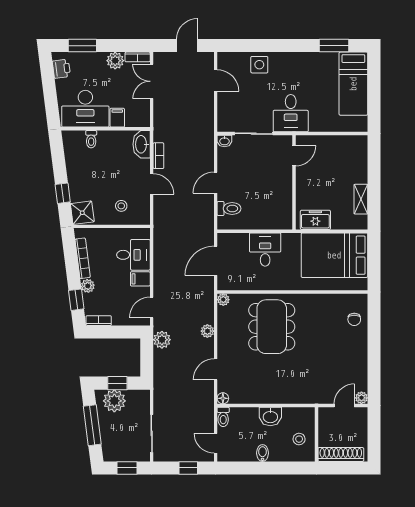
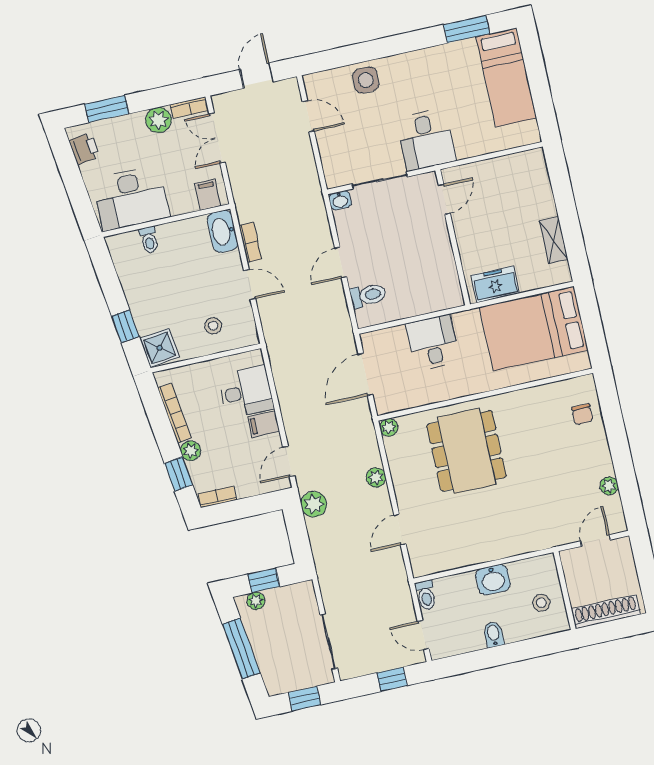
filing cabinet: (117, 118) -> (208, 195), moved
floor lamp: (223, 398) -> (419, 569), removed
plant: (361, 398) -> (609, 486), moved
plant: (114, 401) -> (256, 601), width x0.53, depth x0.53

